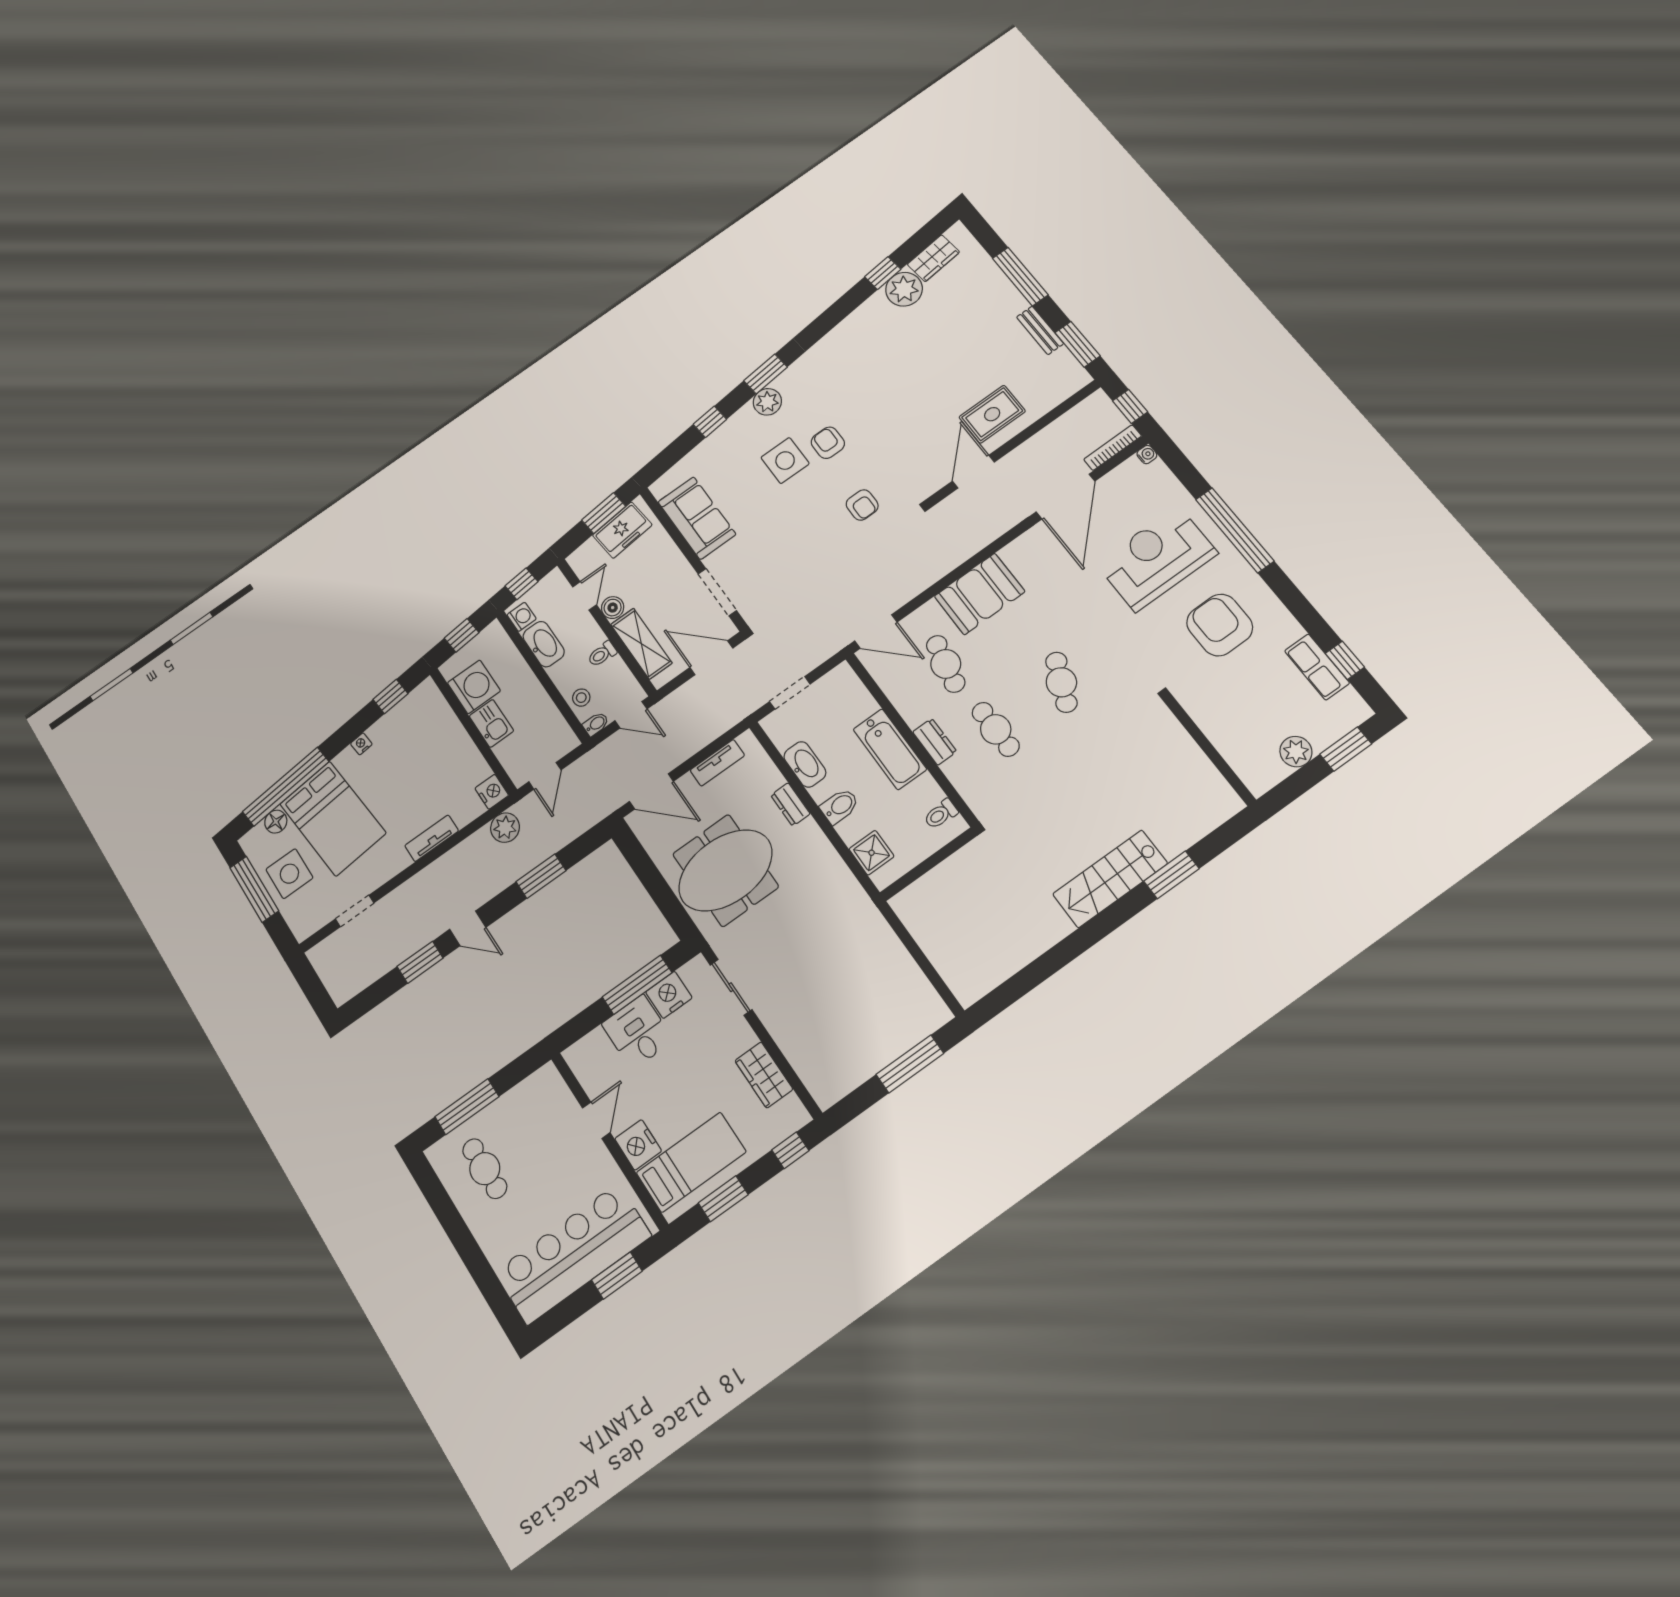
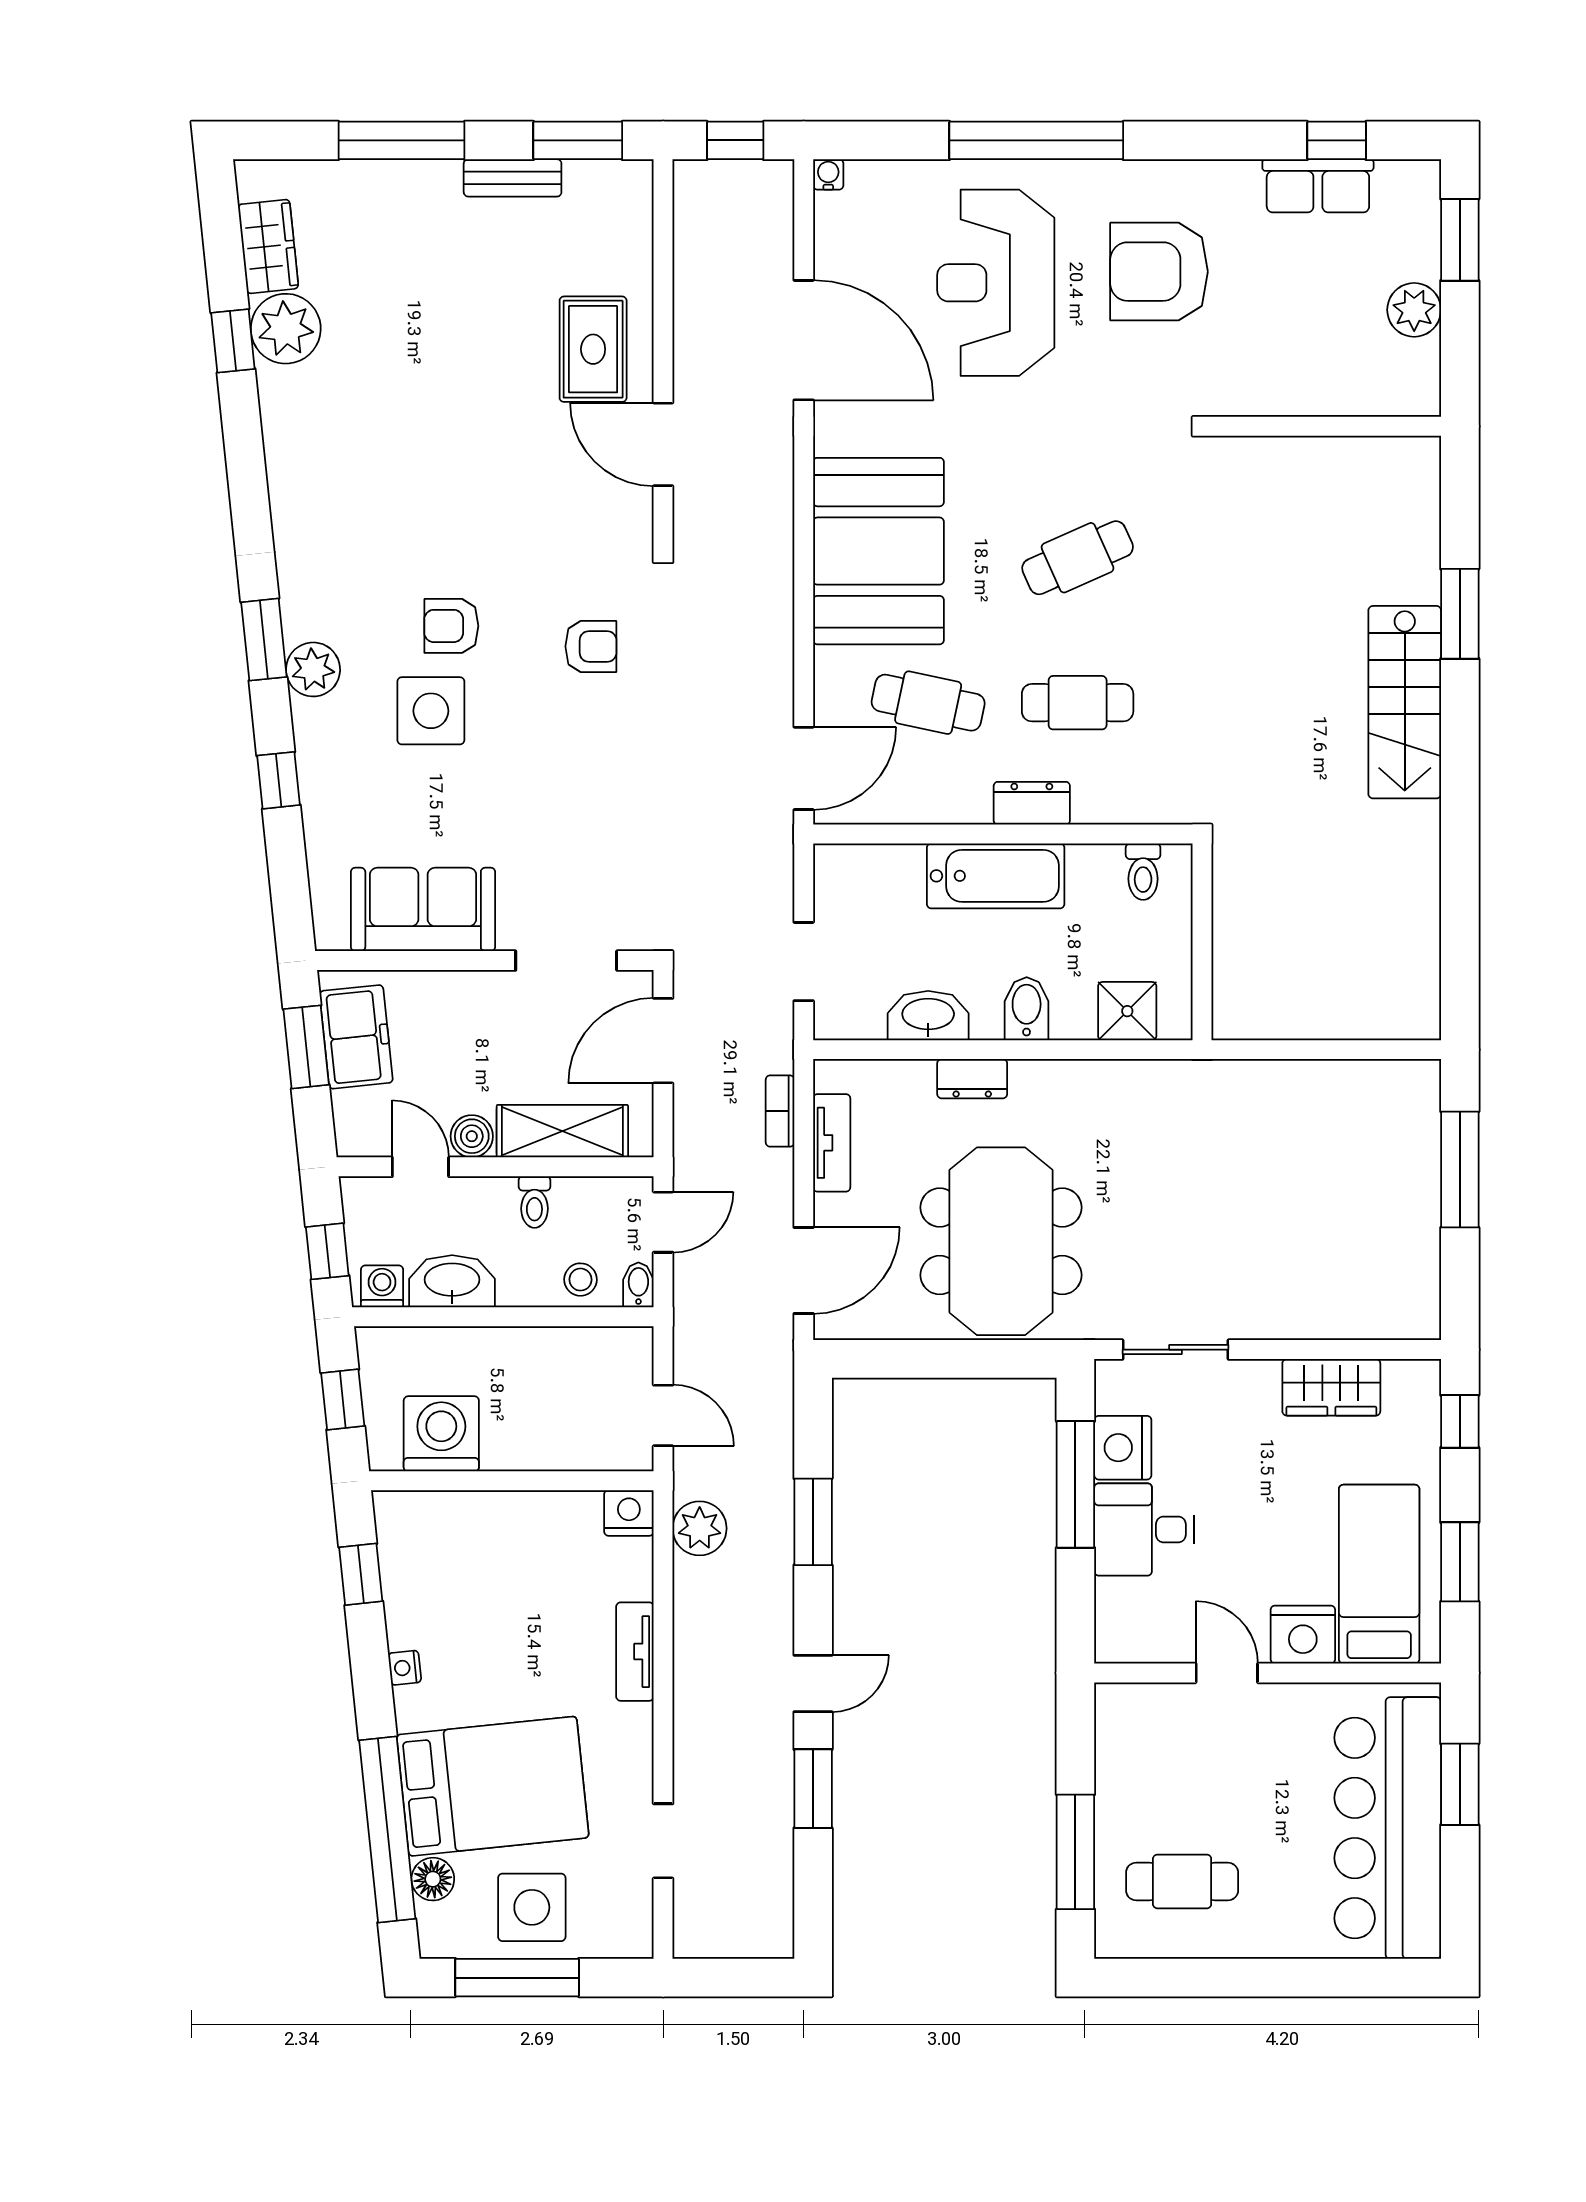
bookcase: (1113, 448) -> (780, 1111), moved, width x0.64
booth: (980, 594) -> (878, 551), width x1.36, depth x1.42
cafe table: (1061, 682) -> (1078, 558), turned -48
kitchen sink: (491, 723) -> (520, 1444), removed

